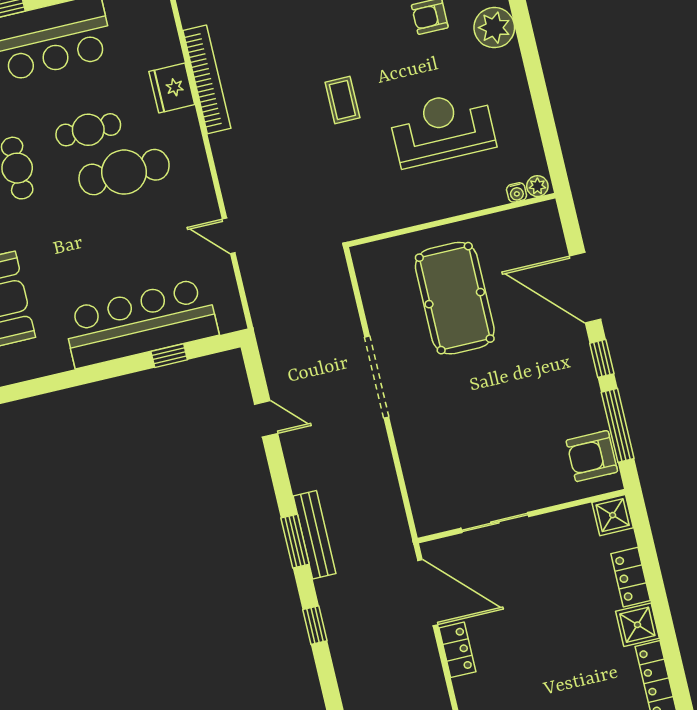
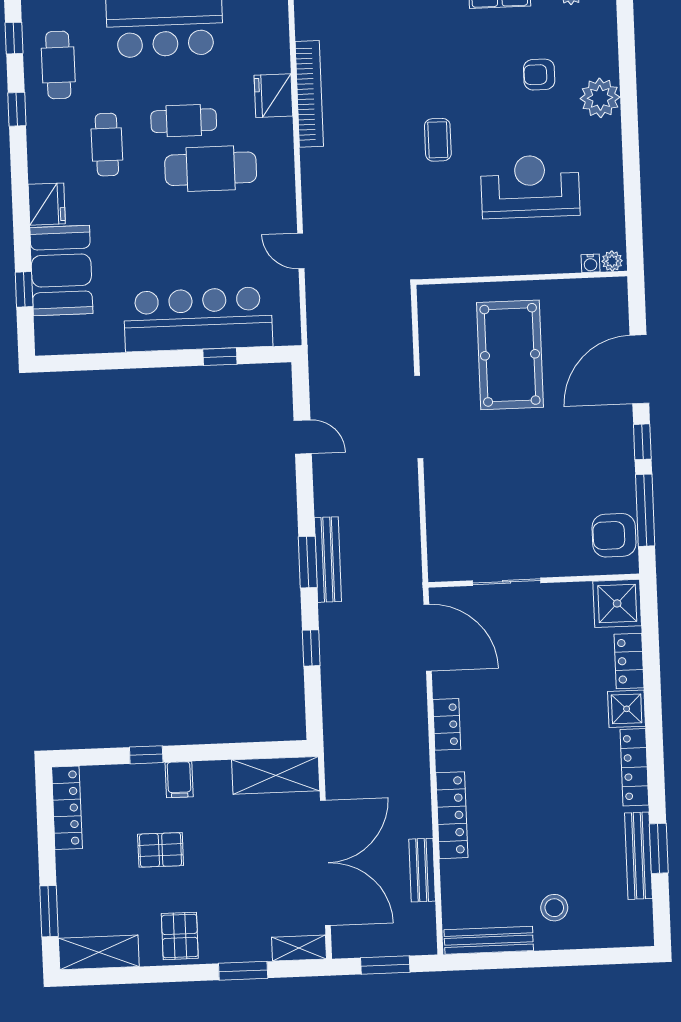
door: (585, 288) -> (639, 369), hinge flipped
shower: (613, 515) -> (617, 603), width x1.36, depth x1.36
locker: (457, 650) -> (447, 724), moved

